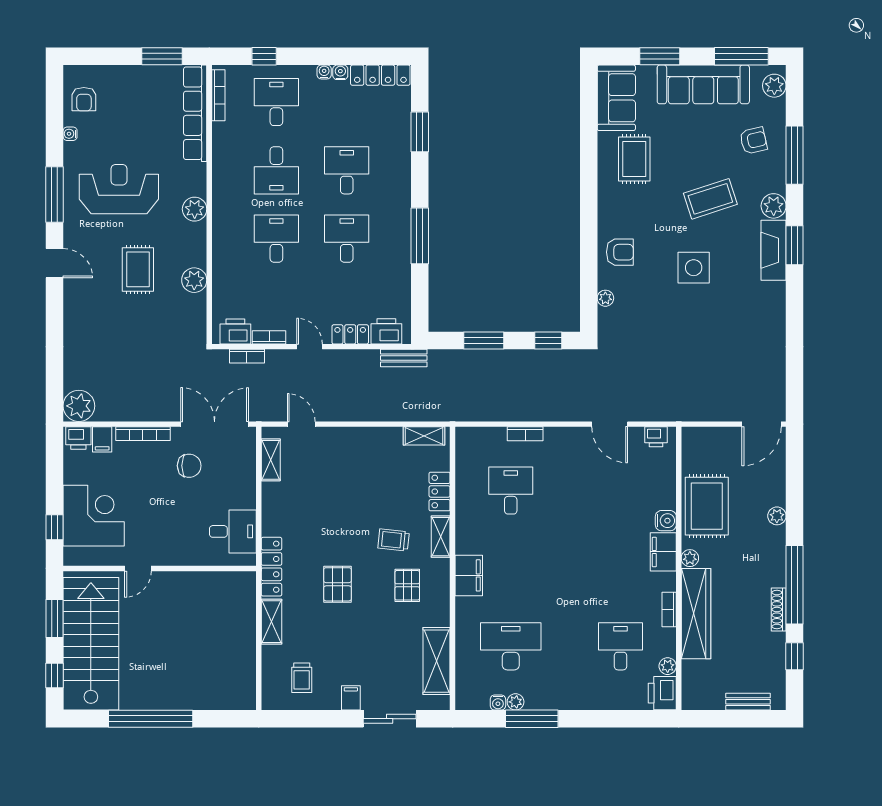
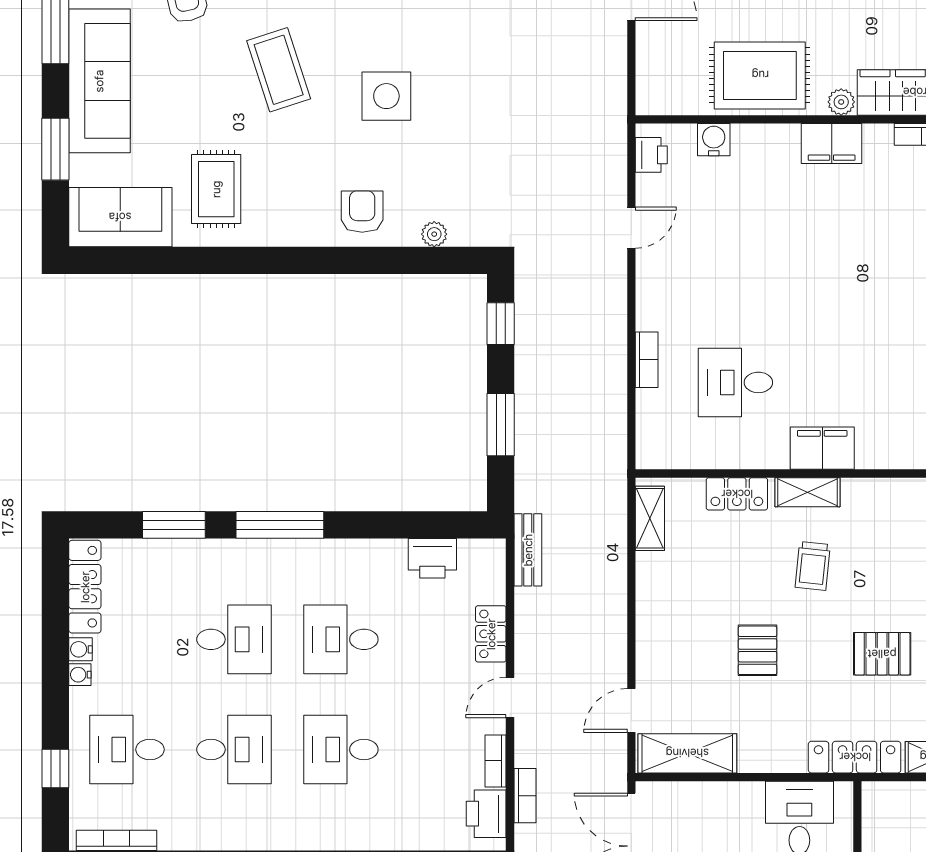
rug: (634, 159) -> (216, 189), turned 90
desk: (347, 170) -> (234, 639), turned 180
window: (420, 236) -> (280, 525), moved
printer: (386, 331) -> (432, 558), moved, turned -90
door: (610, 424) -> (631, 228), width x0.73
shelving: (271, 460) -> (687, 753), width x1.50, depth x1.33
water cooler: (666, 521) -> (714, 140), moved
filing cabinet: (469, 575) -> (822, 448), moved
pallet: (407, 585) -> (758, 650), moved, turned 90

